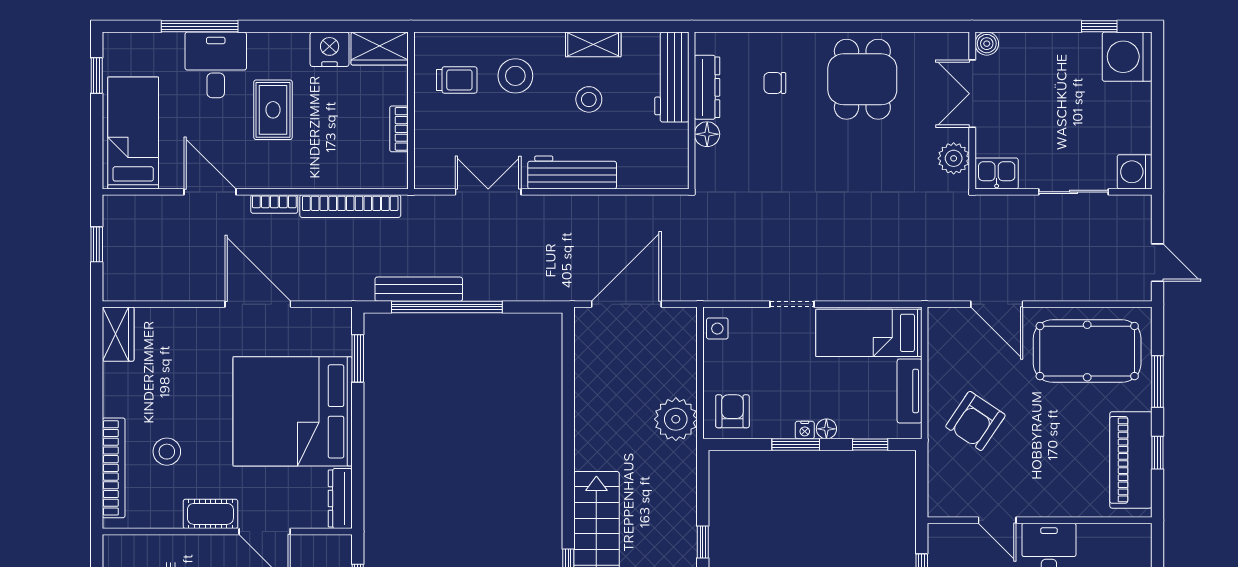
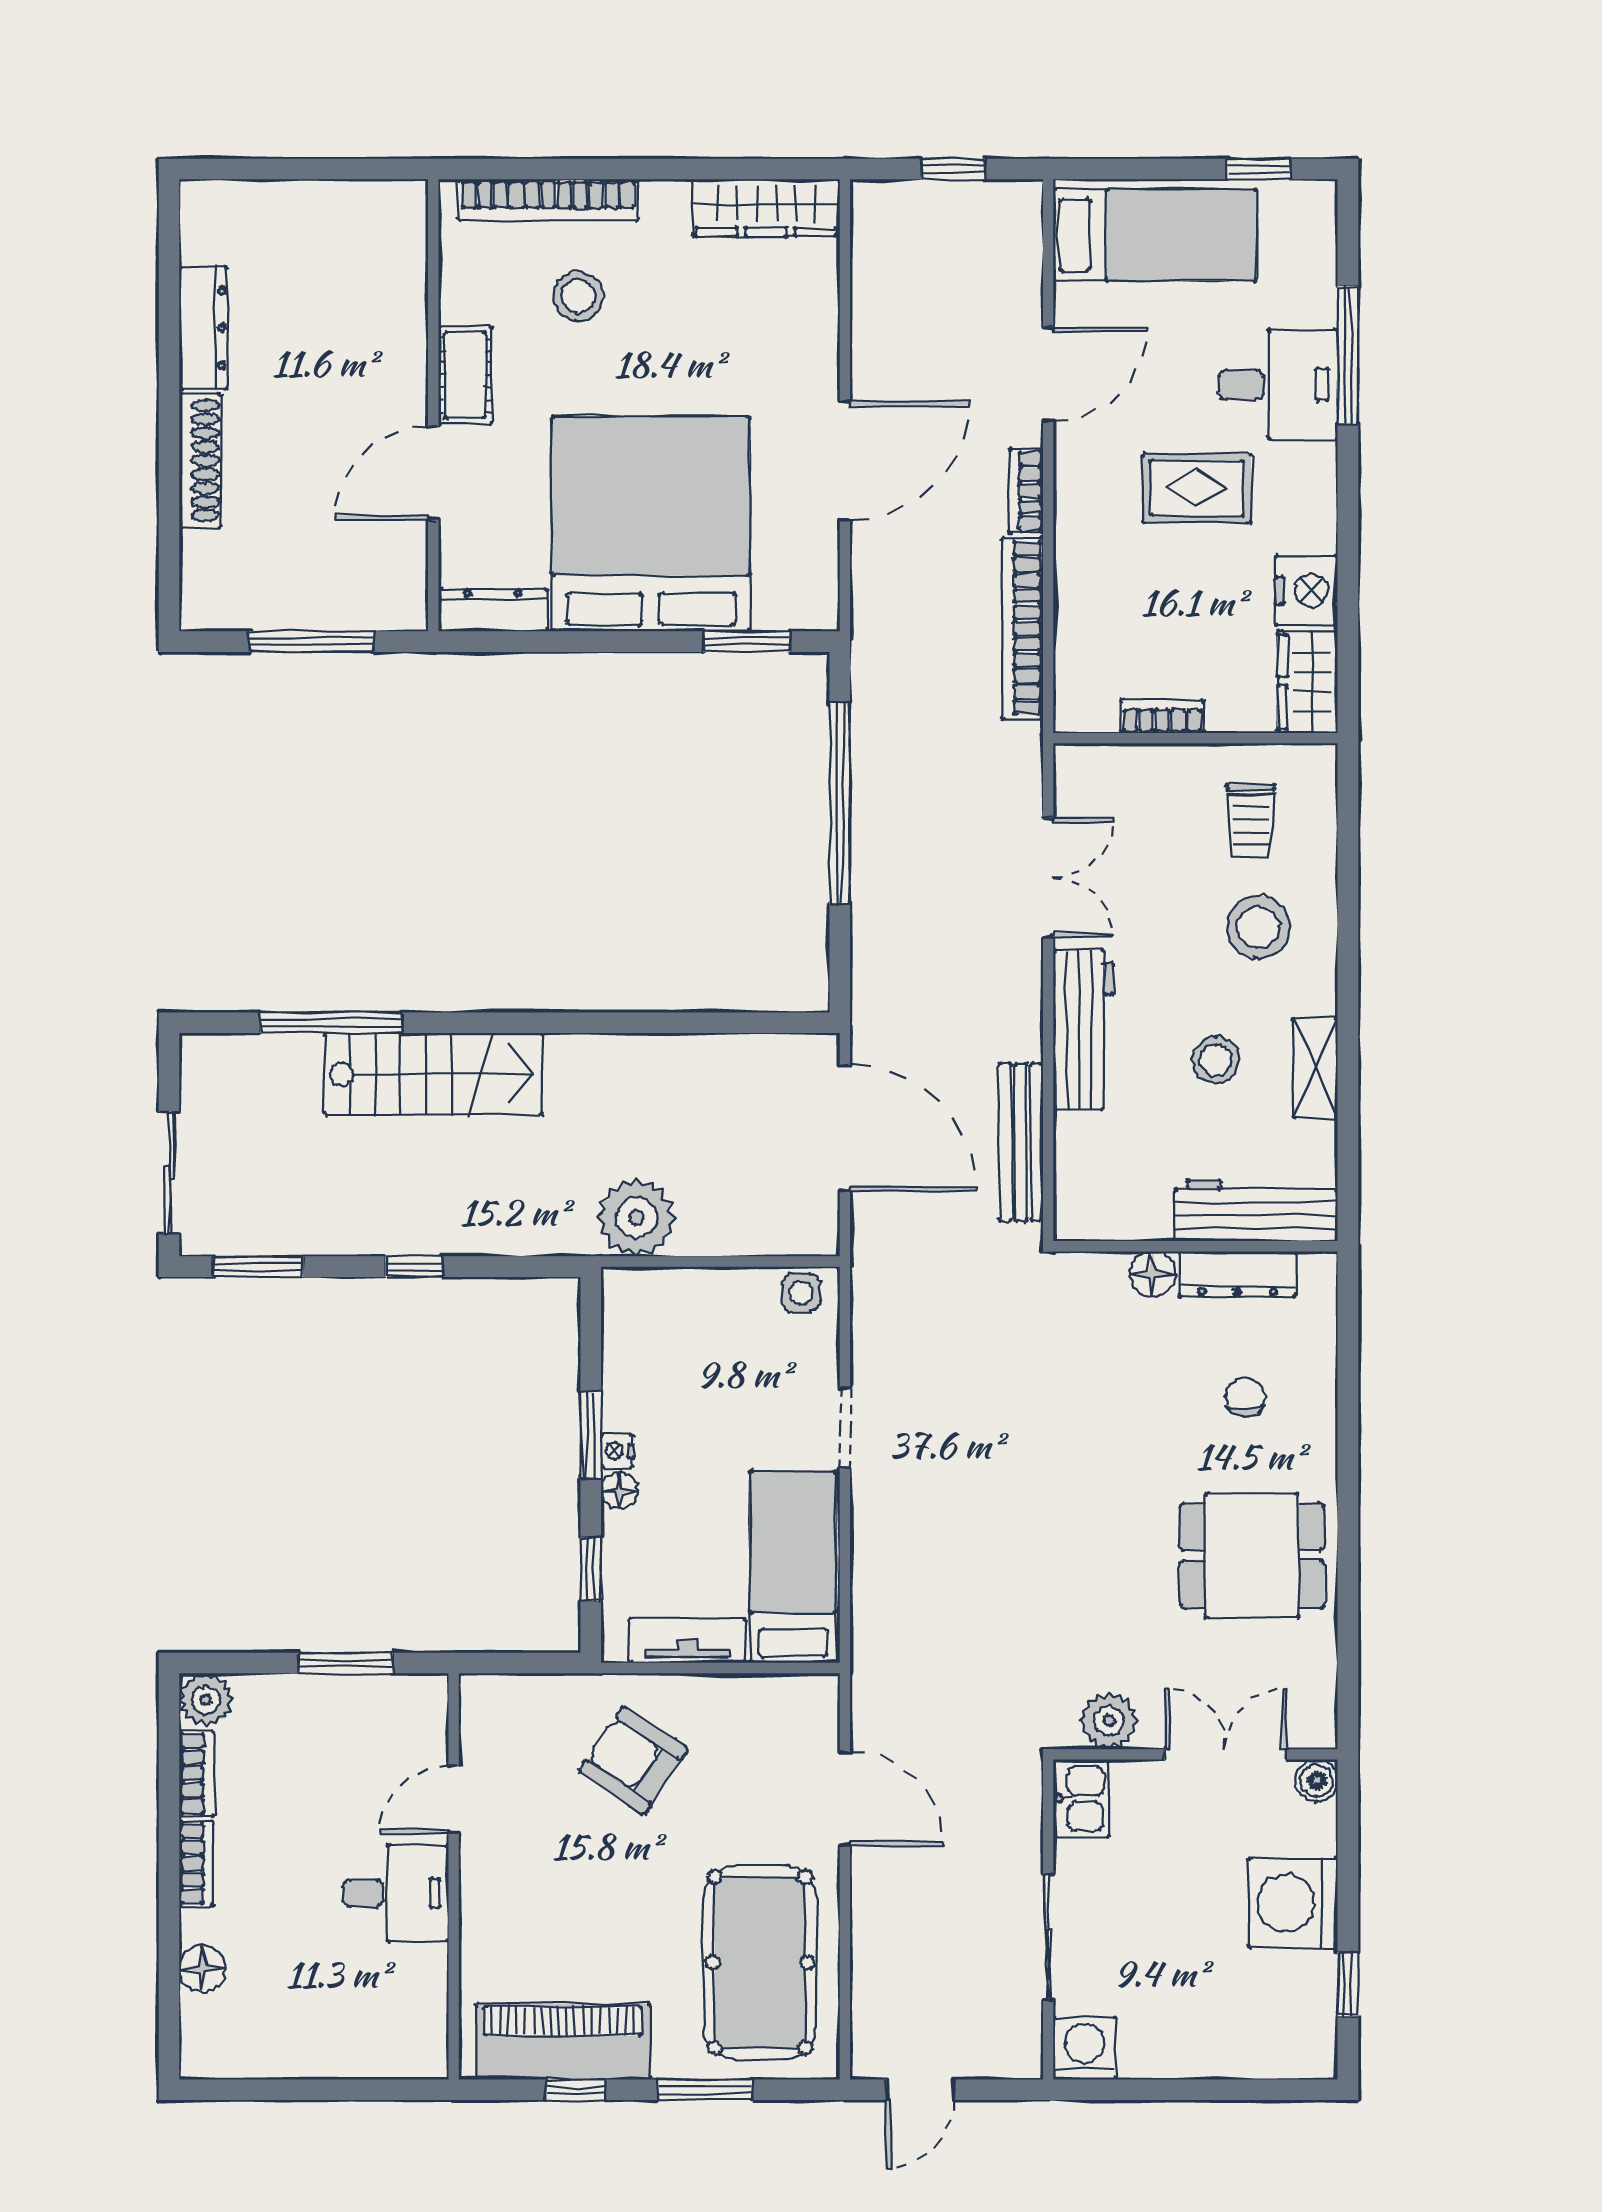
washing machine: (1127, 57) -> (1293, 1903), moved, turned -90
bench: (419, 289) -> (1021, 1142), moved
door: (997, 304) -> (845, 1799), swing flipped
wardrobe: (118, 334) -> (766, 208), width x1.50
armchair: (732, 411) -> (651, 1320), removed

